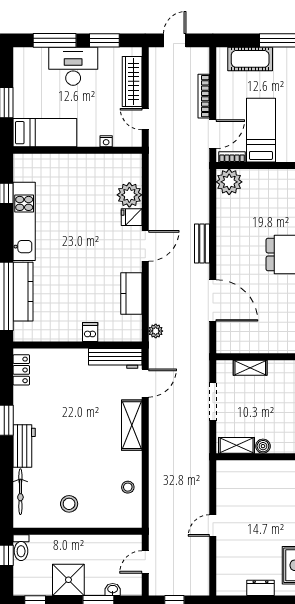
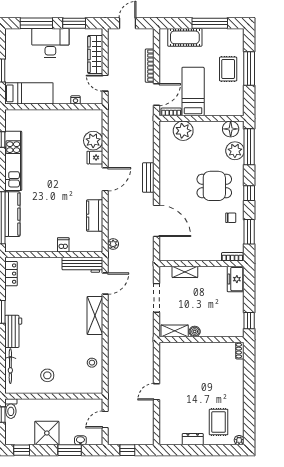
plant: (229, 182) -> (183, 131), moved

